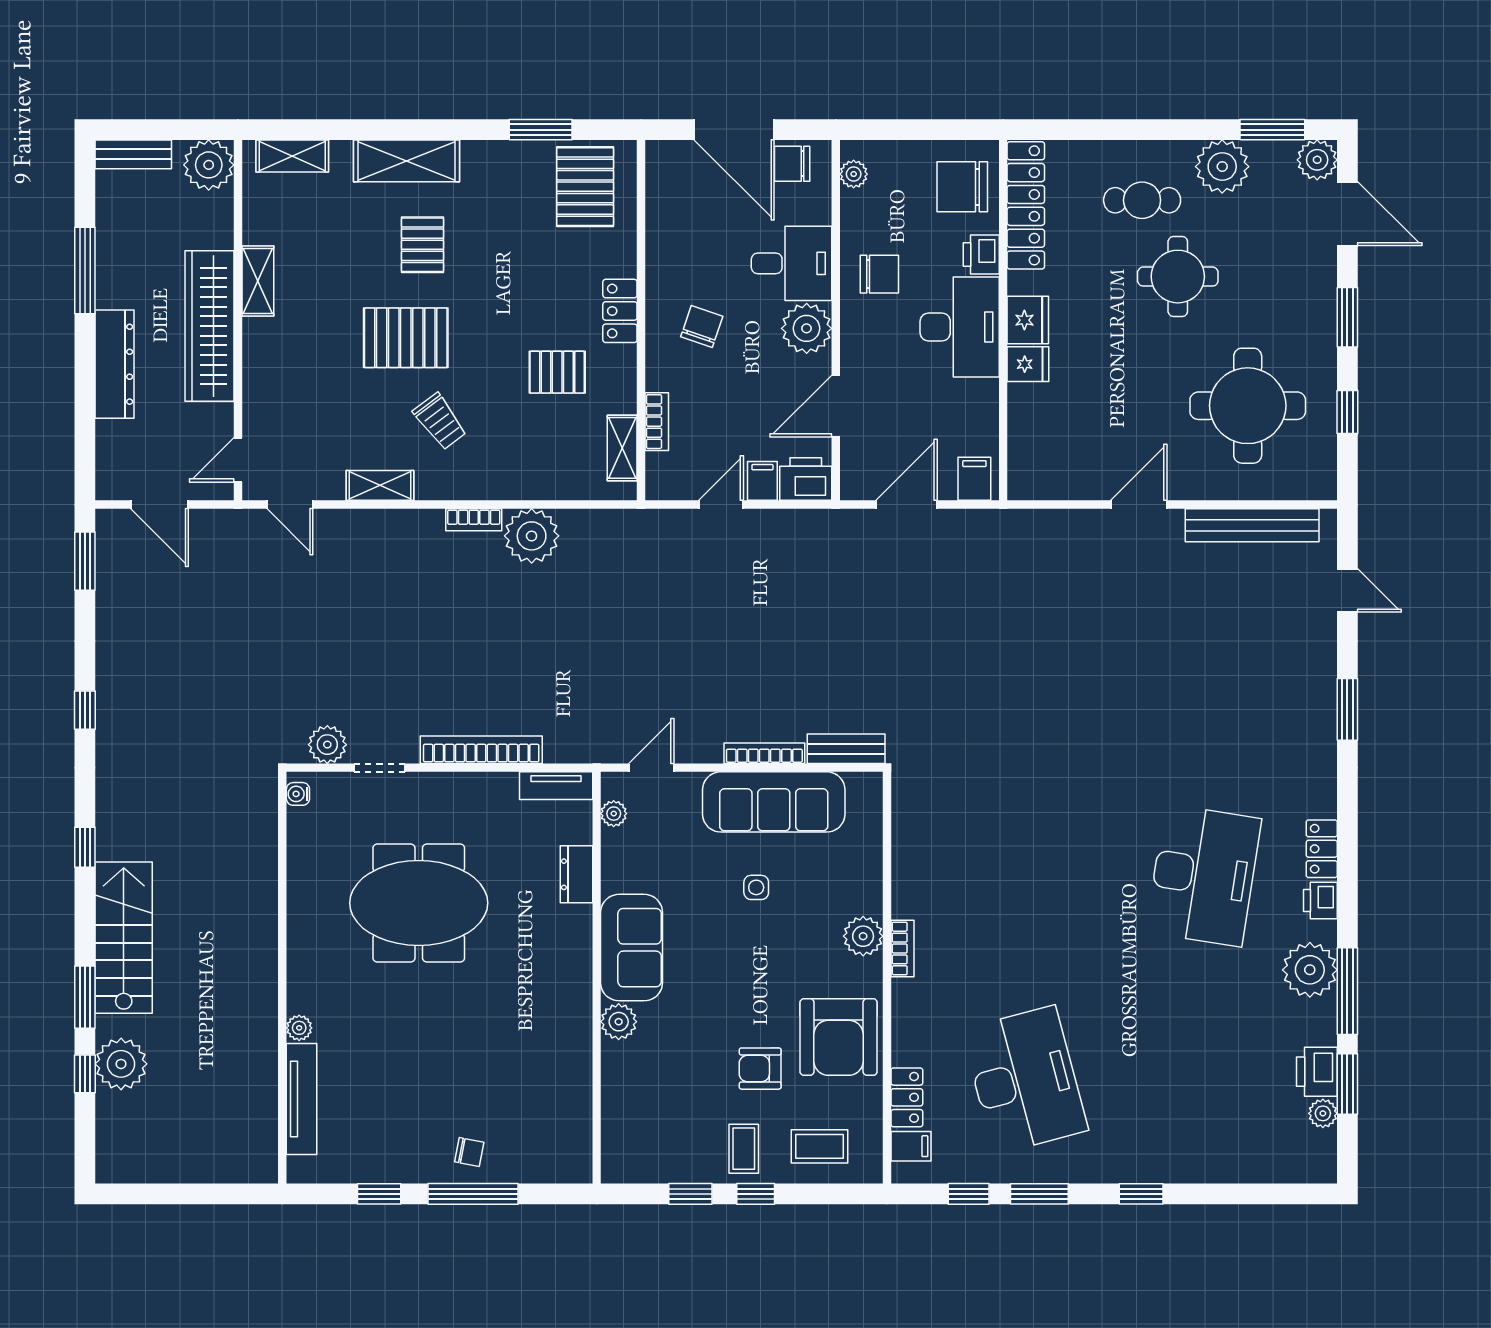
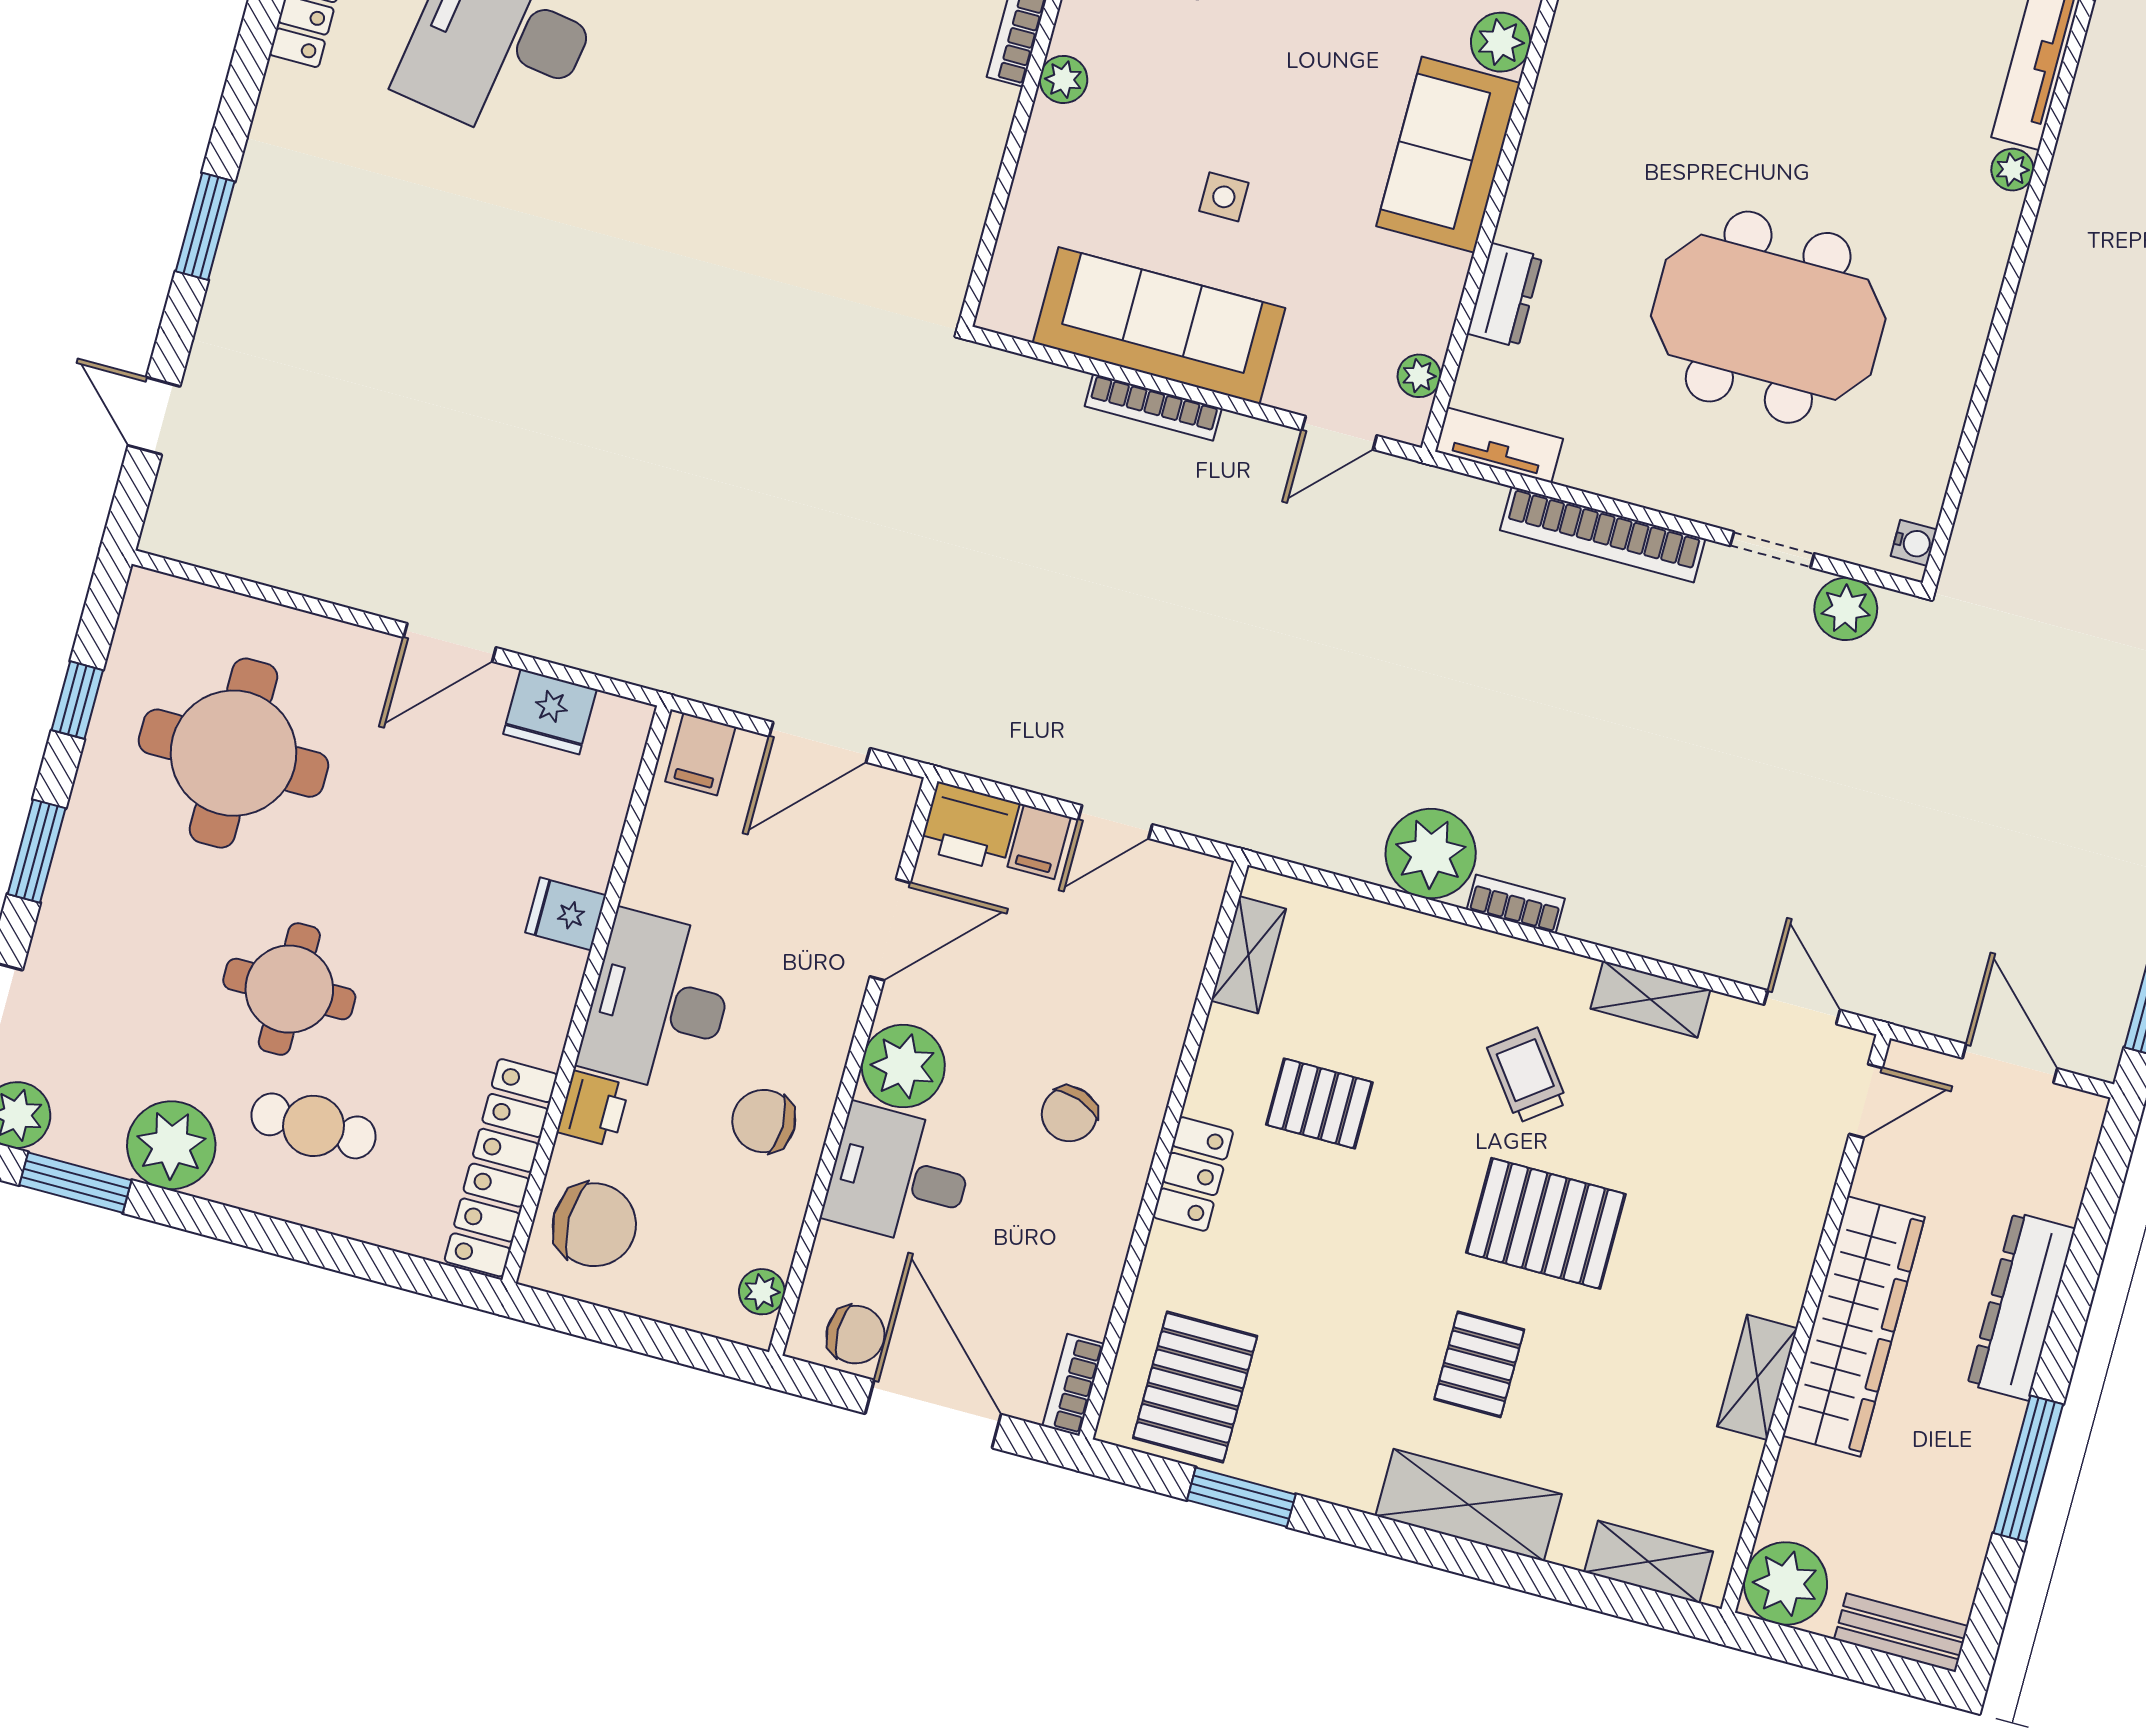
fridge: (1028, 320) -> (550, 712), moved, turned -90
bookcase: (657, 422) -> (1073, 1385), moved
bench: (1252, 525) -> (278, 561), removed
bench: (846, 749) -> (1021, 379), removed
plant: (863, 936) -> (1064, 79), width x0.73, depth x0.73

